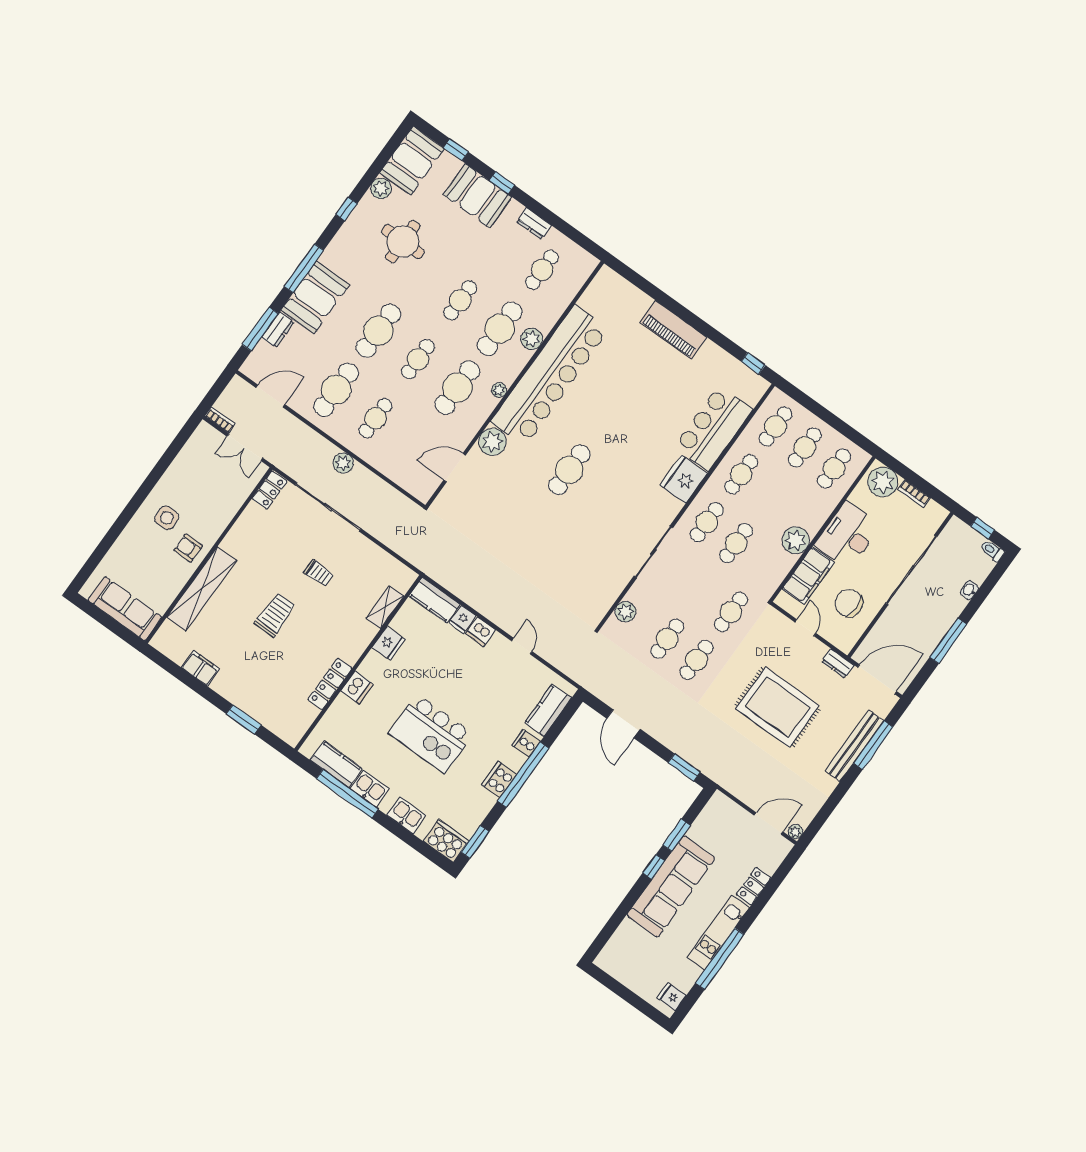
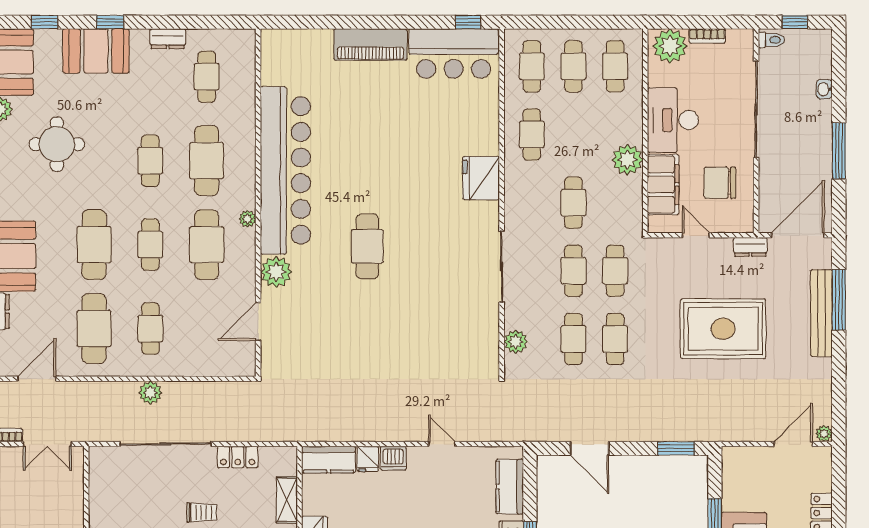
plant: (532, 339) -> (243, 149), removed
bar counter: (713, 428) -> (453, 54), moved, turned -90
locker: (270, 490) -> (238, 457), moved, turned 90
cafe table: (707, 522) -> (573, 271), moved
toilet: (992, 551) -> (771, 40), moved, turned 180

